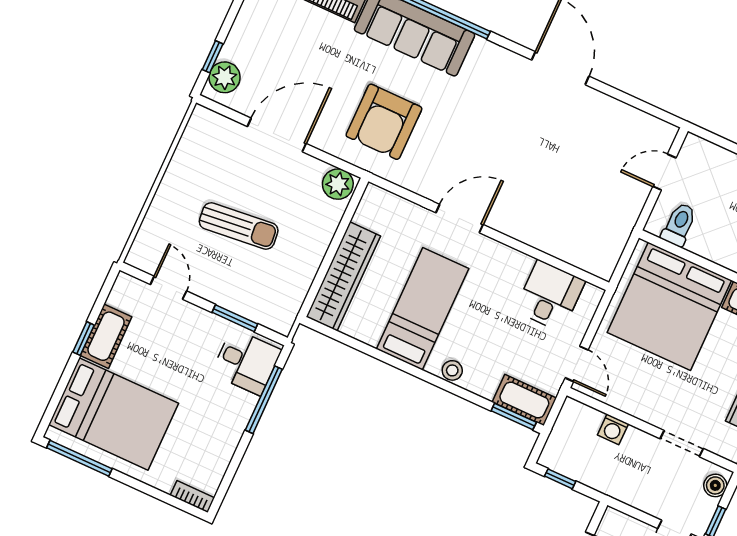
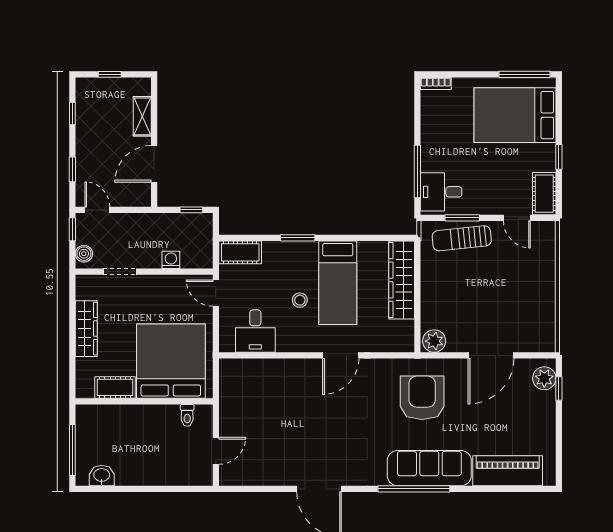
toilet: (679, 225) -> (187, 415), width x0.73, depth x0.72
sun lounger: (239, 226) -> (462, 238), moved
cot: (106, 336) -> (544, 194), moved
stool: (452, 370) -> (300, 300), moved
window: (514, 417) -> (298, 238), moved

